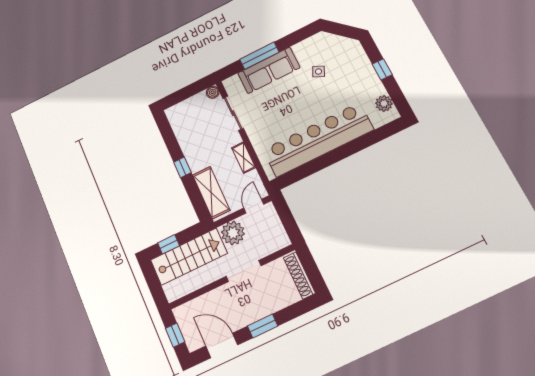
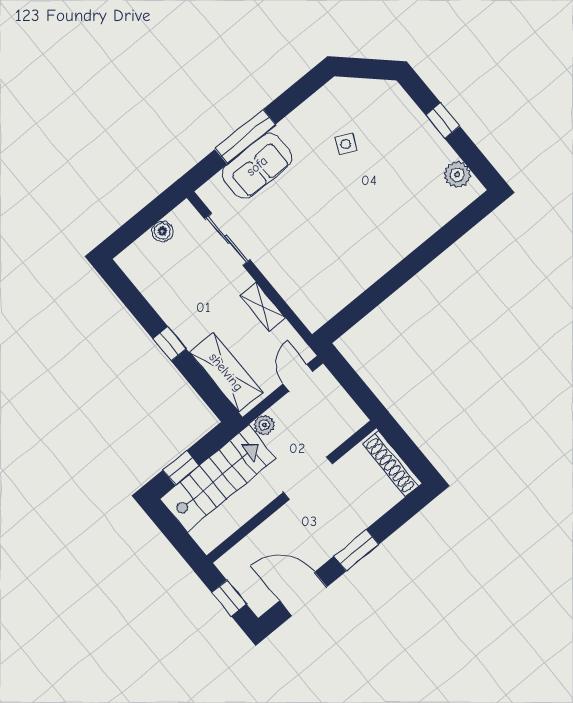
sofa: (269, 70) -> (257, 166), width x0.73
boiler: (213, 92) -> (162, 231), moved
bar counter: (318, 140) -> (371, 253), removed
plant: (233, 233) -> (264, 425), width x0.53, depth x0.53

